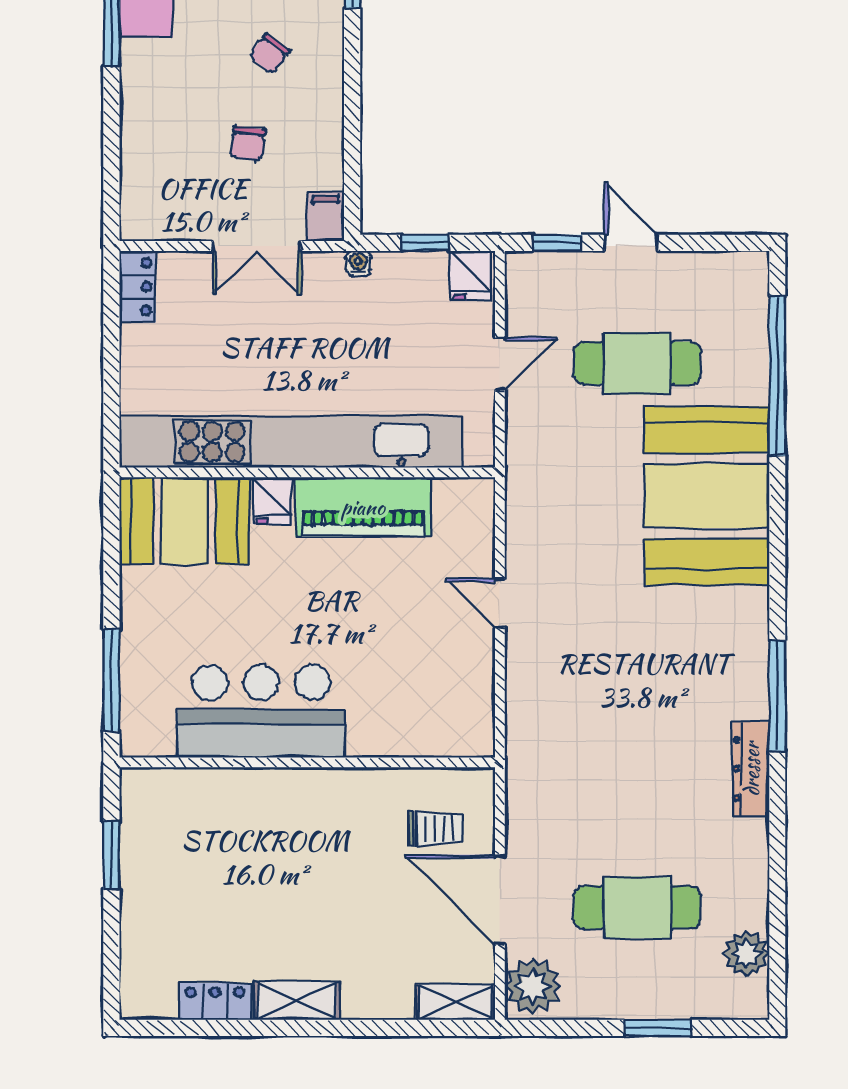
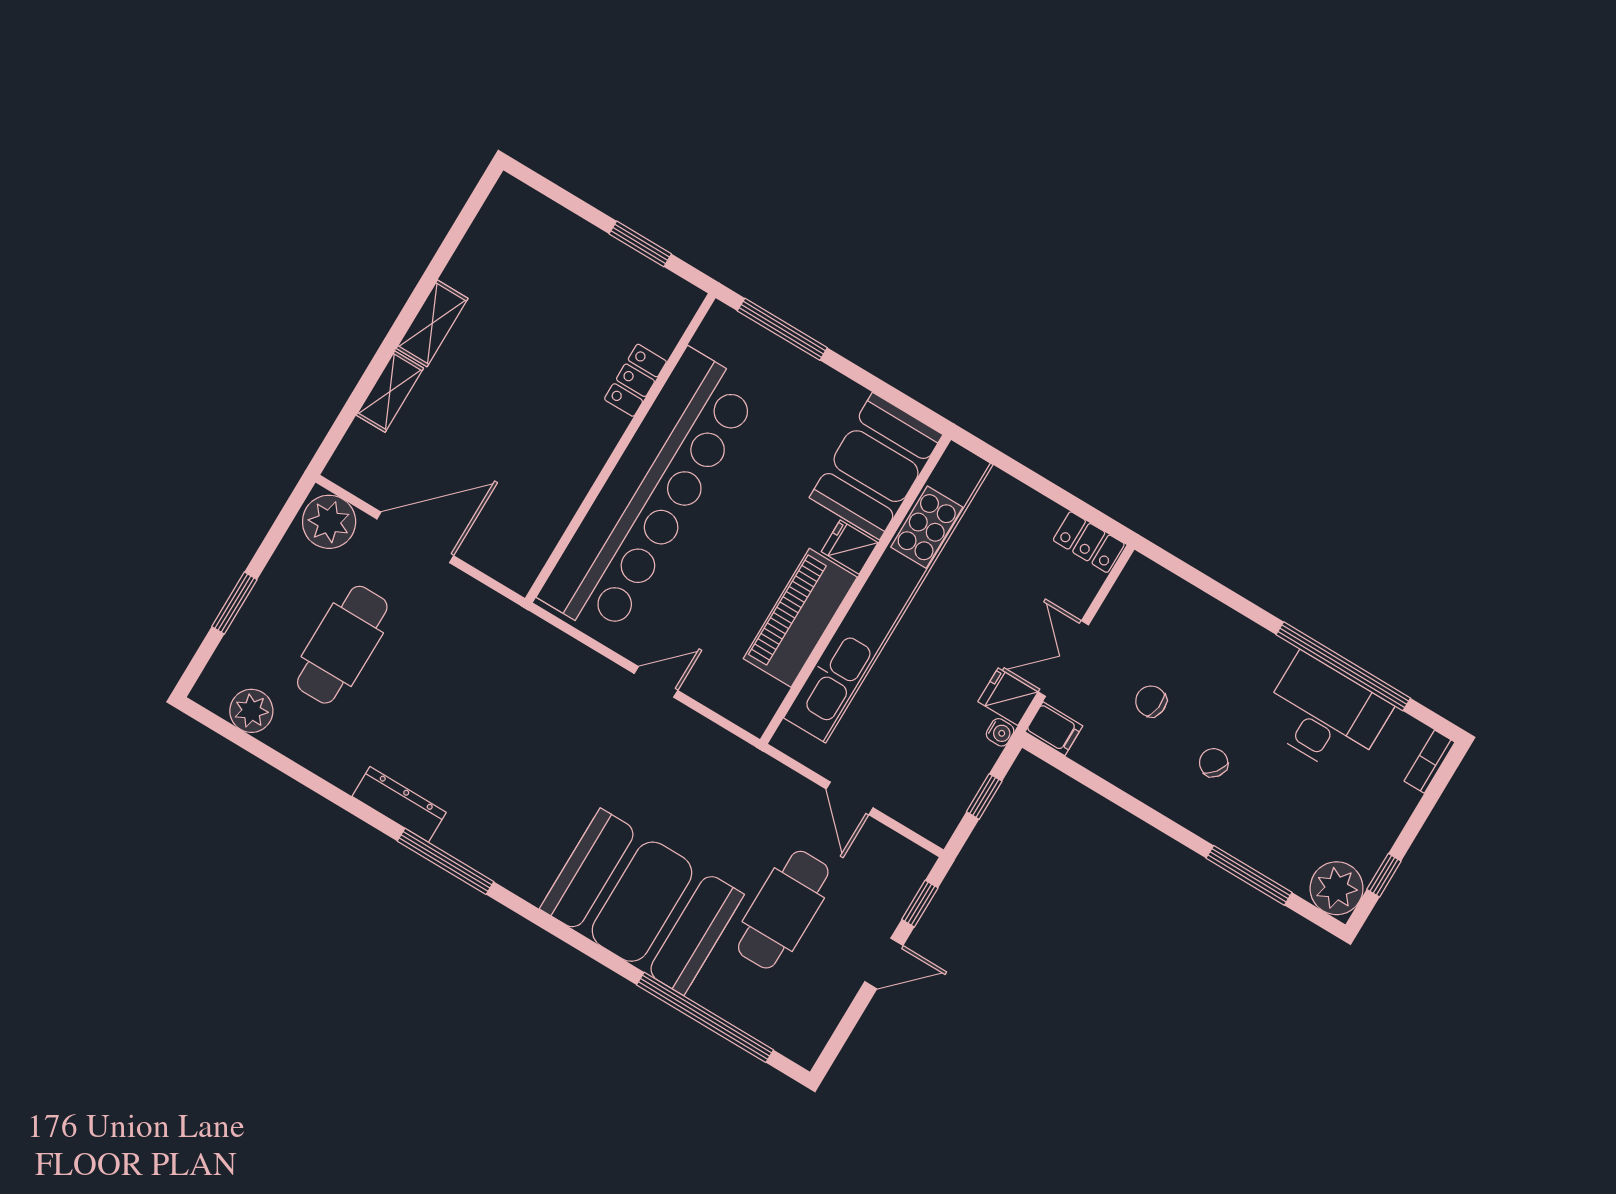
fridge: (470, 276) -> (1008, 697), moved
bar counter: (261, 711) -> (649, 494), width x1.86
trolley: (436, 828) -> (504, 520), removed
locker: (215, 1001) -> (635, 380), moved, turned 180
shelving: (456, 1002) -> (390, 392), moved

